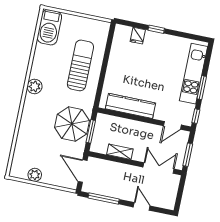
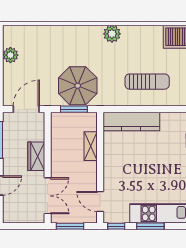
sun lounger: (80, 65) -> (147, 82), width x0.73, depth x0.75
kitchen counter: (130, 106) -> (131, 122), moved, turned 90
shelving: (120, 152) -> (91, 146), moved
wardrobe: (124, 171) -> (36, 156), added

